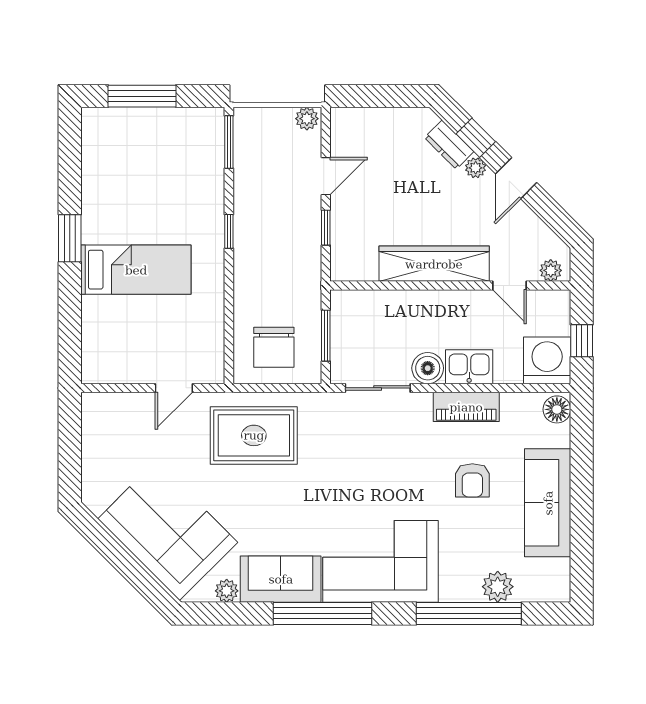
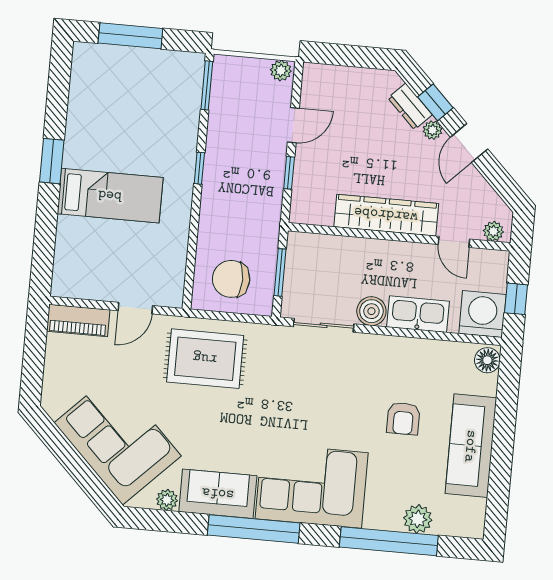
chair: (274, 347) -> (231, 279), turned 90
kitchen sink: (469, 367) -> (418, 314), width x1.38
piano: (466, 407) -> (78, 321), moved

